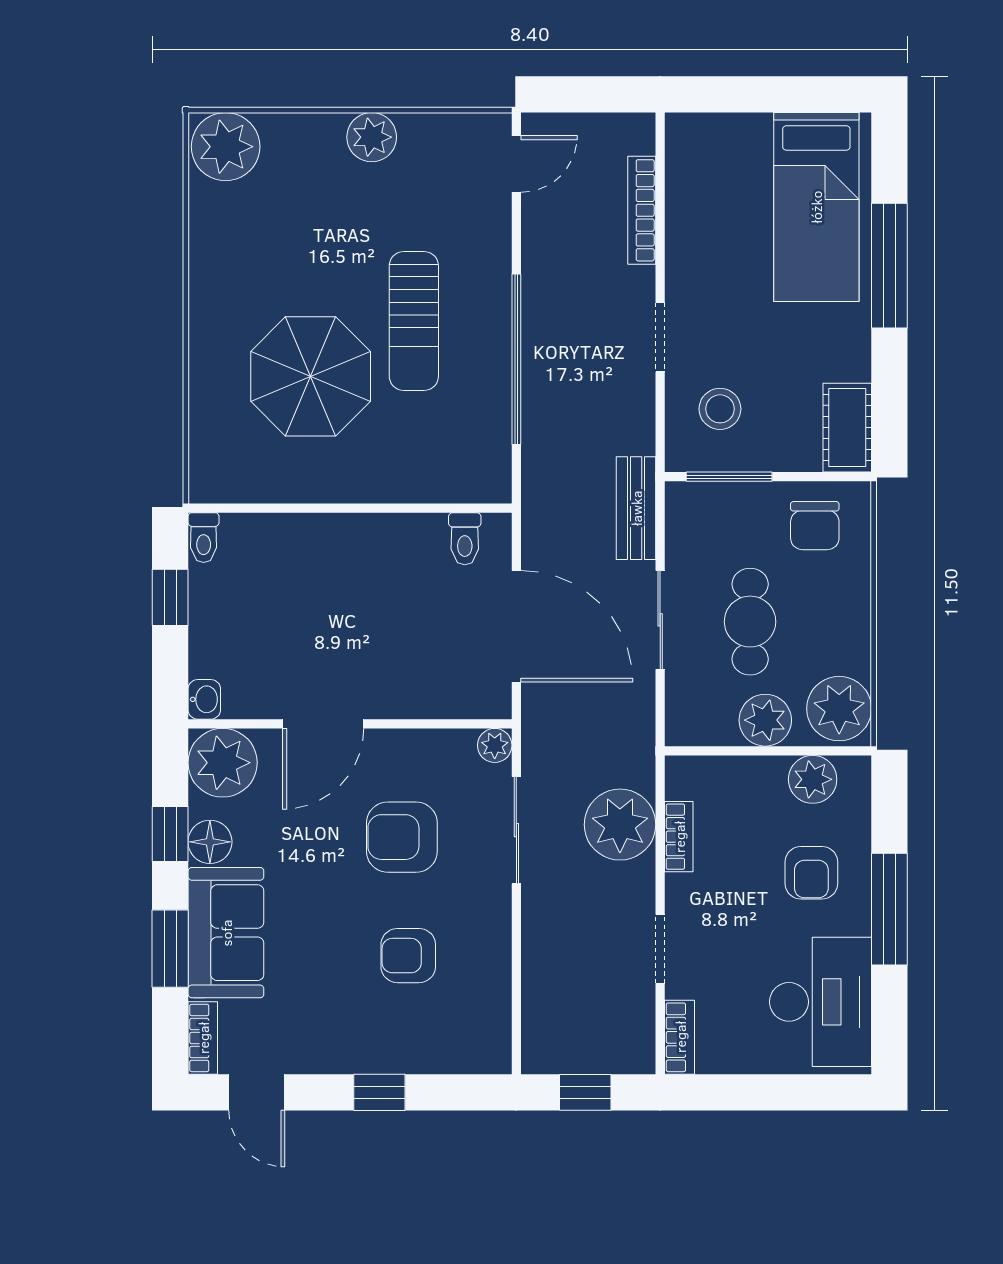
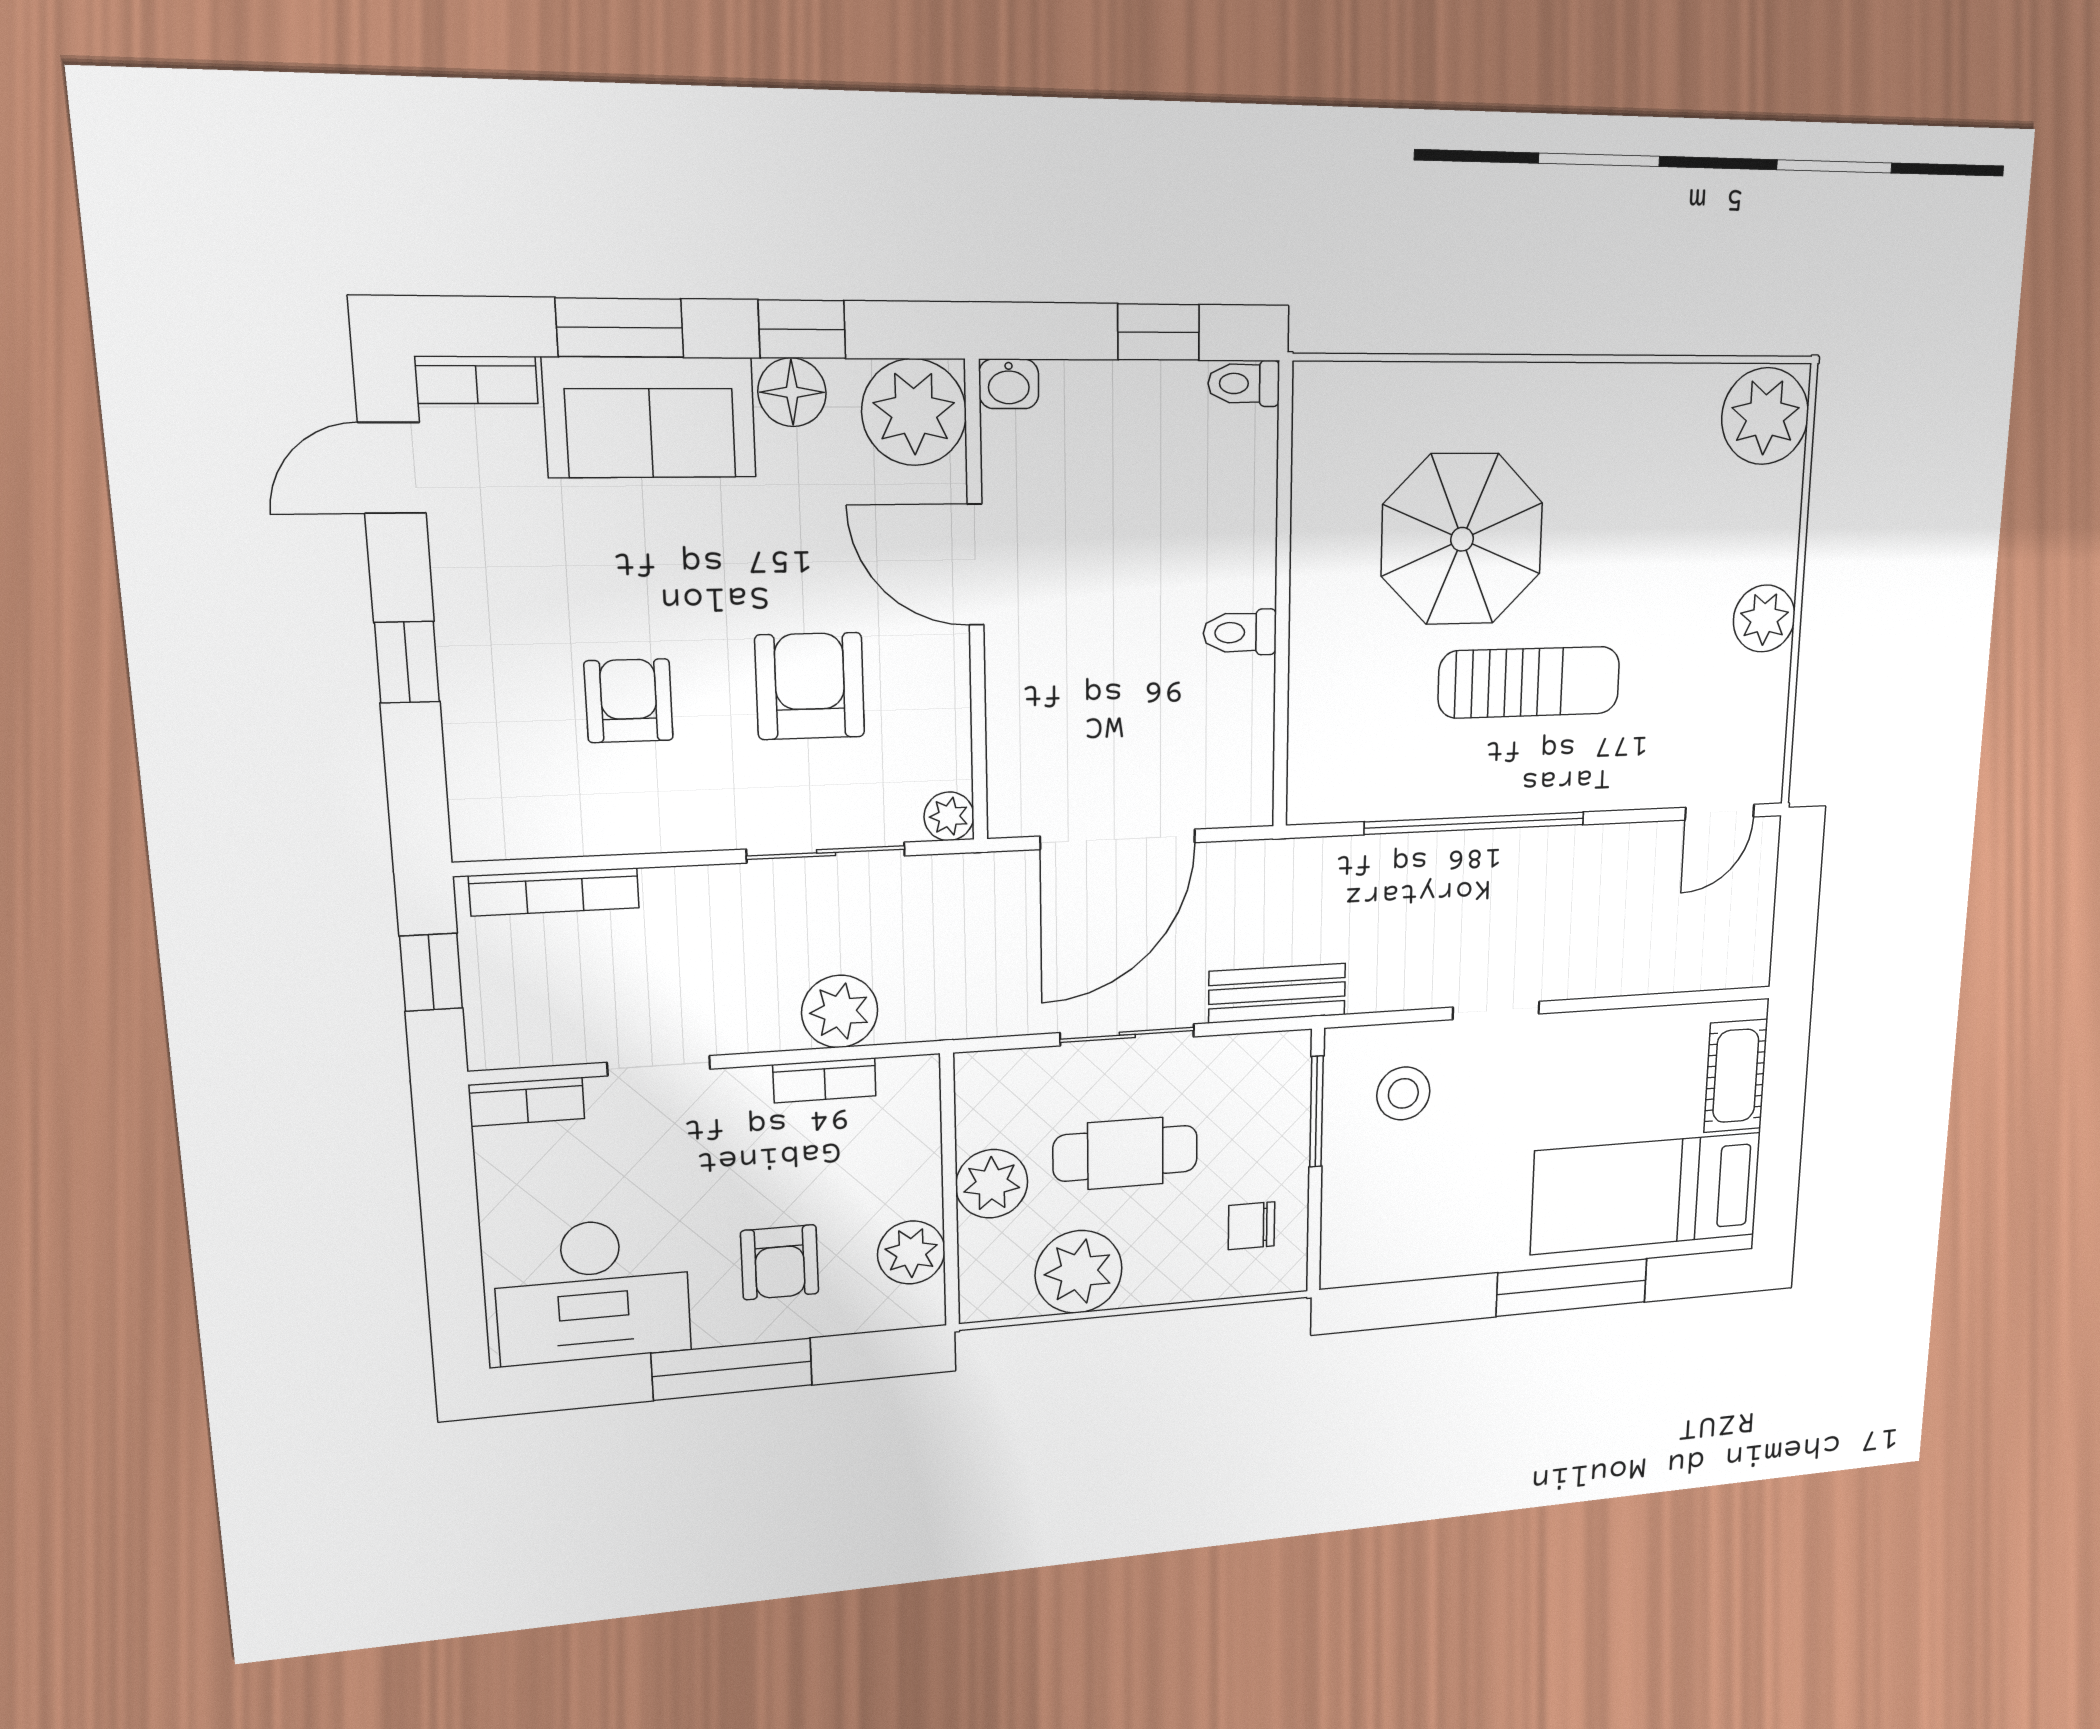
door: (516, 164) -> (1720, 812), hinge flipped
bookcase: (642, 210) -> (554, 892), moved, turned 180
sun lounger: (414, 321) -> (1529, 682), turned 180
cot: (847, 428) -> (1736, 1076), moved, turned 90
chair: (815, 526) -> (1251, 1226), width x0.73, depth x0.73
toilet: (465, 539) -> (1240, 632), moved
plant: (839, 709) -> (1079, 1272), moved
plant: (620, 825) -> (840, 1011), width x0.73, depth x0.73
armchair: (811, 873) -> (780, 1262), turned -90

